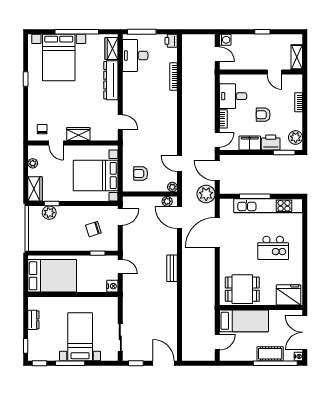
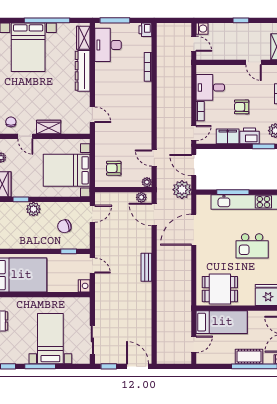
plant: (49, 213) -> (33, 209), moved

